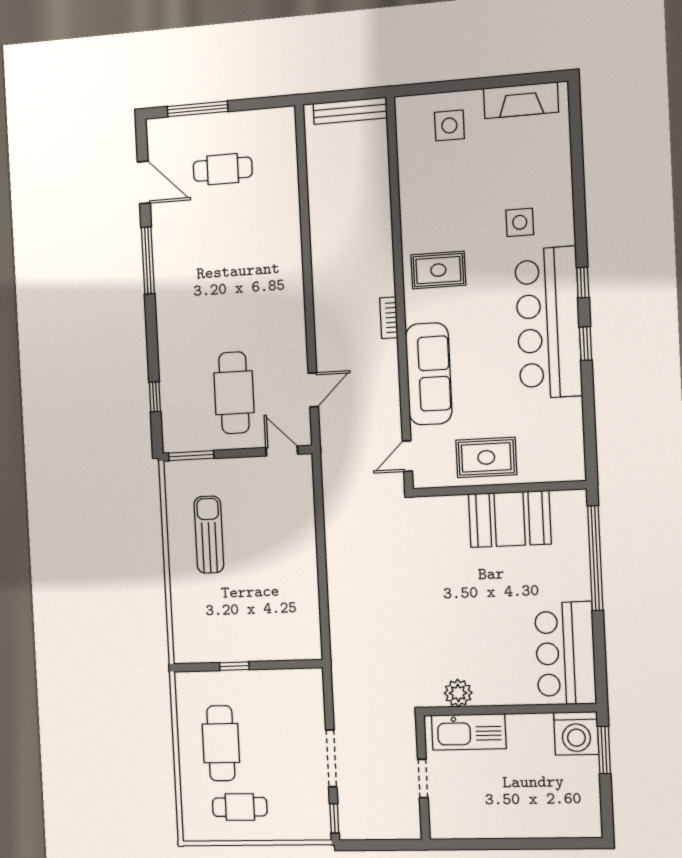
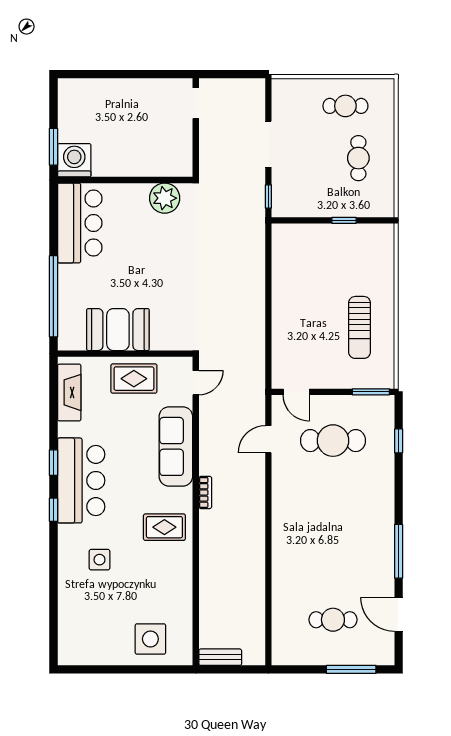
fireplace: (521, 100) -> (69, 392), moved, turned 90
bench: (350, 111) -> (220, 657), width x0.73
side table: (449, 125) -> (150, 639), width x1.37, depth x1.37
bar counter: (548, 323) -> (81, 480), width x0.73
cafe table: (234, 393) -> (333, 441), turned 90
plant: (458, 693) -> (165, 198), width x1.36, depth x1.36
kitchen sink: (469, 732) -> (158, 163), removed
cafe table: (221, 743) -> (358, 158), width x0.73, depth x0.74
doorway: (423, 778) -> (196, 103), moved
window: (334, 818) -> (268, 196), moved

